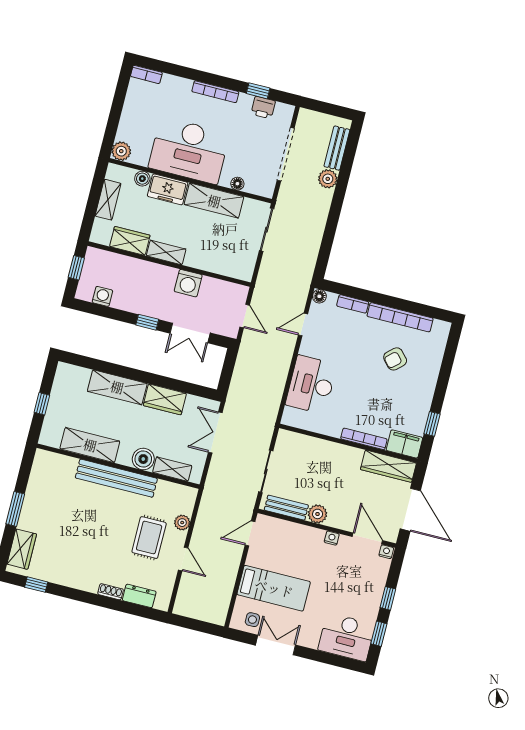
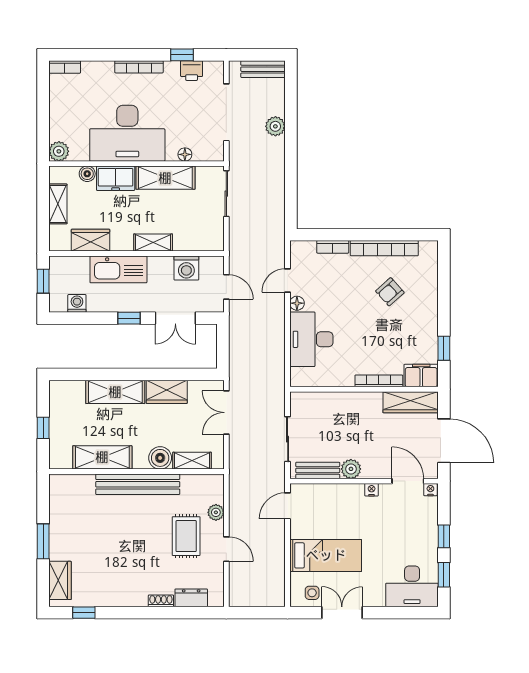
bench: (337, 148) -> (263, 69), moved, turned 90
shelving: (166, 252) -> (153, 243), moved
kitchen sink: (149, 275) -> (118, 269), added
washing machine: (188, 283) -> (186, 268), moved
floor lamp: (319, 296) -> (297, 303), moved

